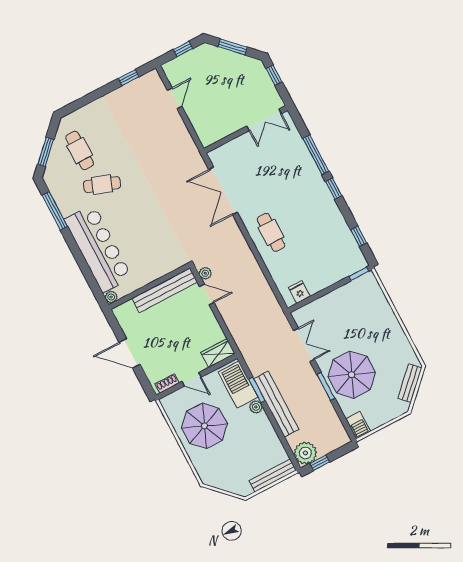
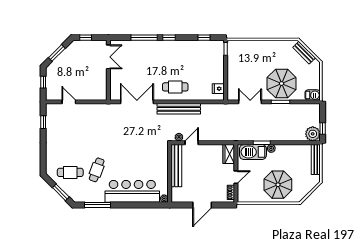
double door: (223, 191) -> (137, 102), swing flipped
bench: (276, 404) -> (179, 109), moved
parasol: (204, 426) -> (278, 185), moved

